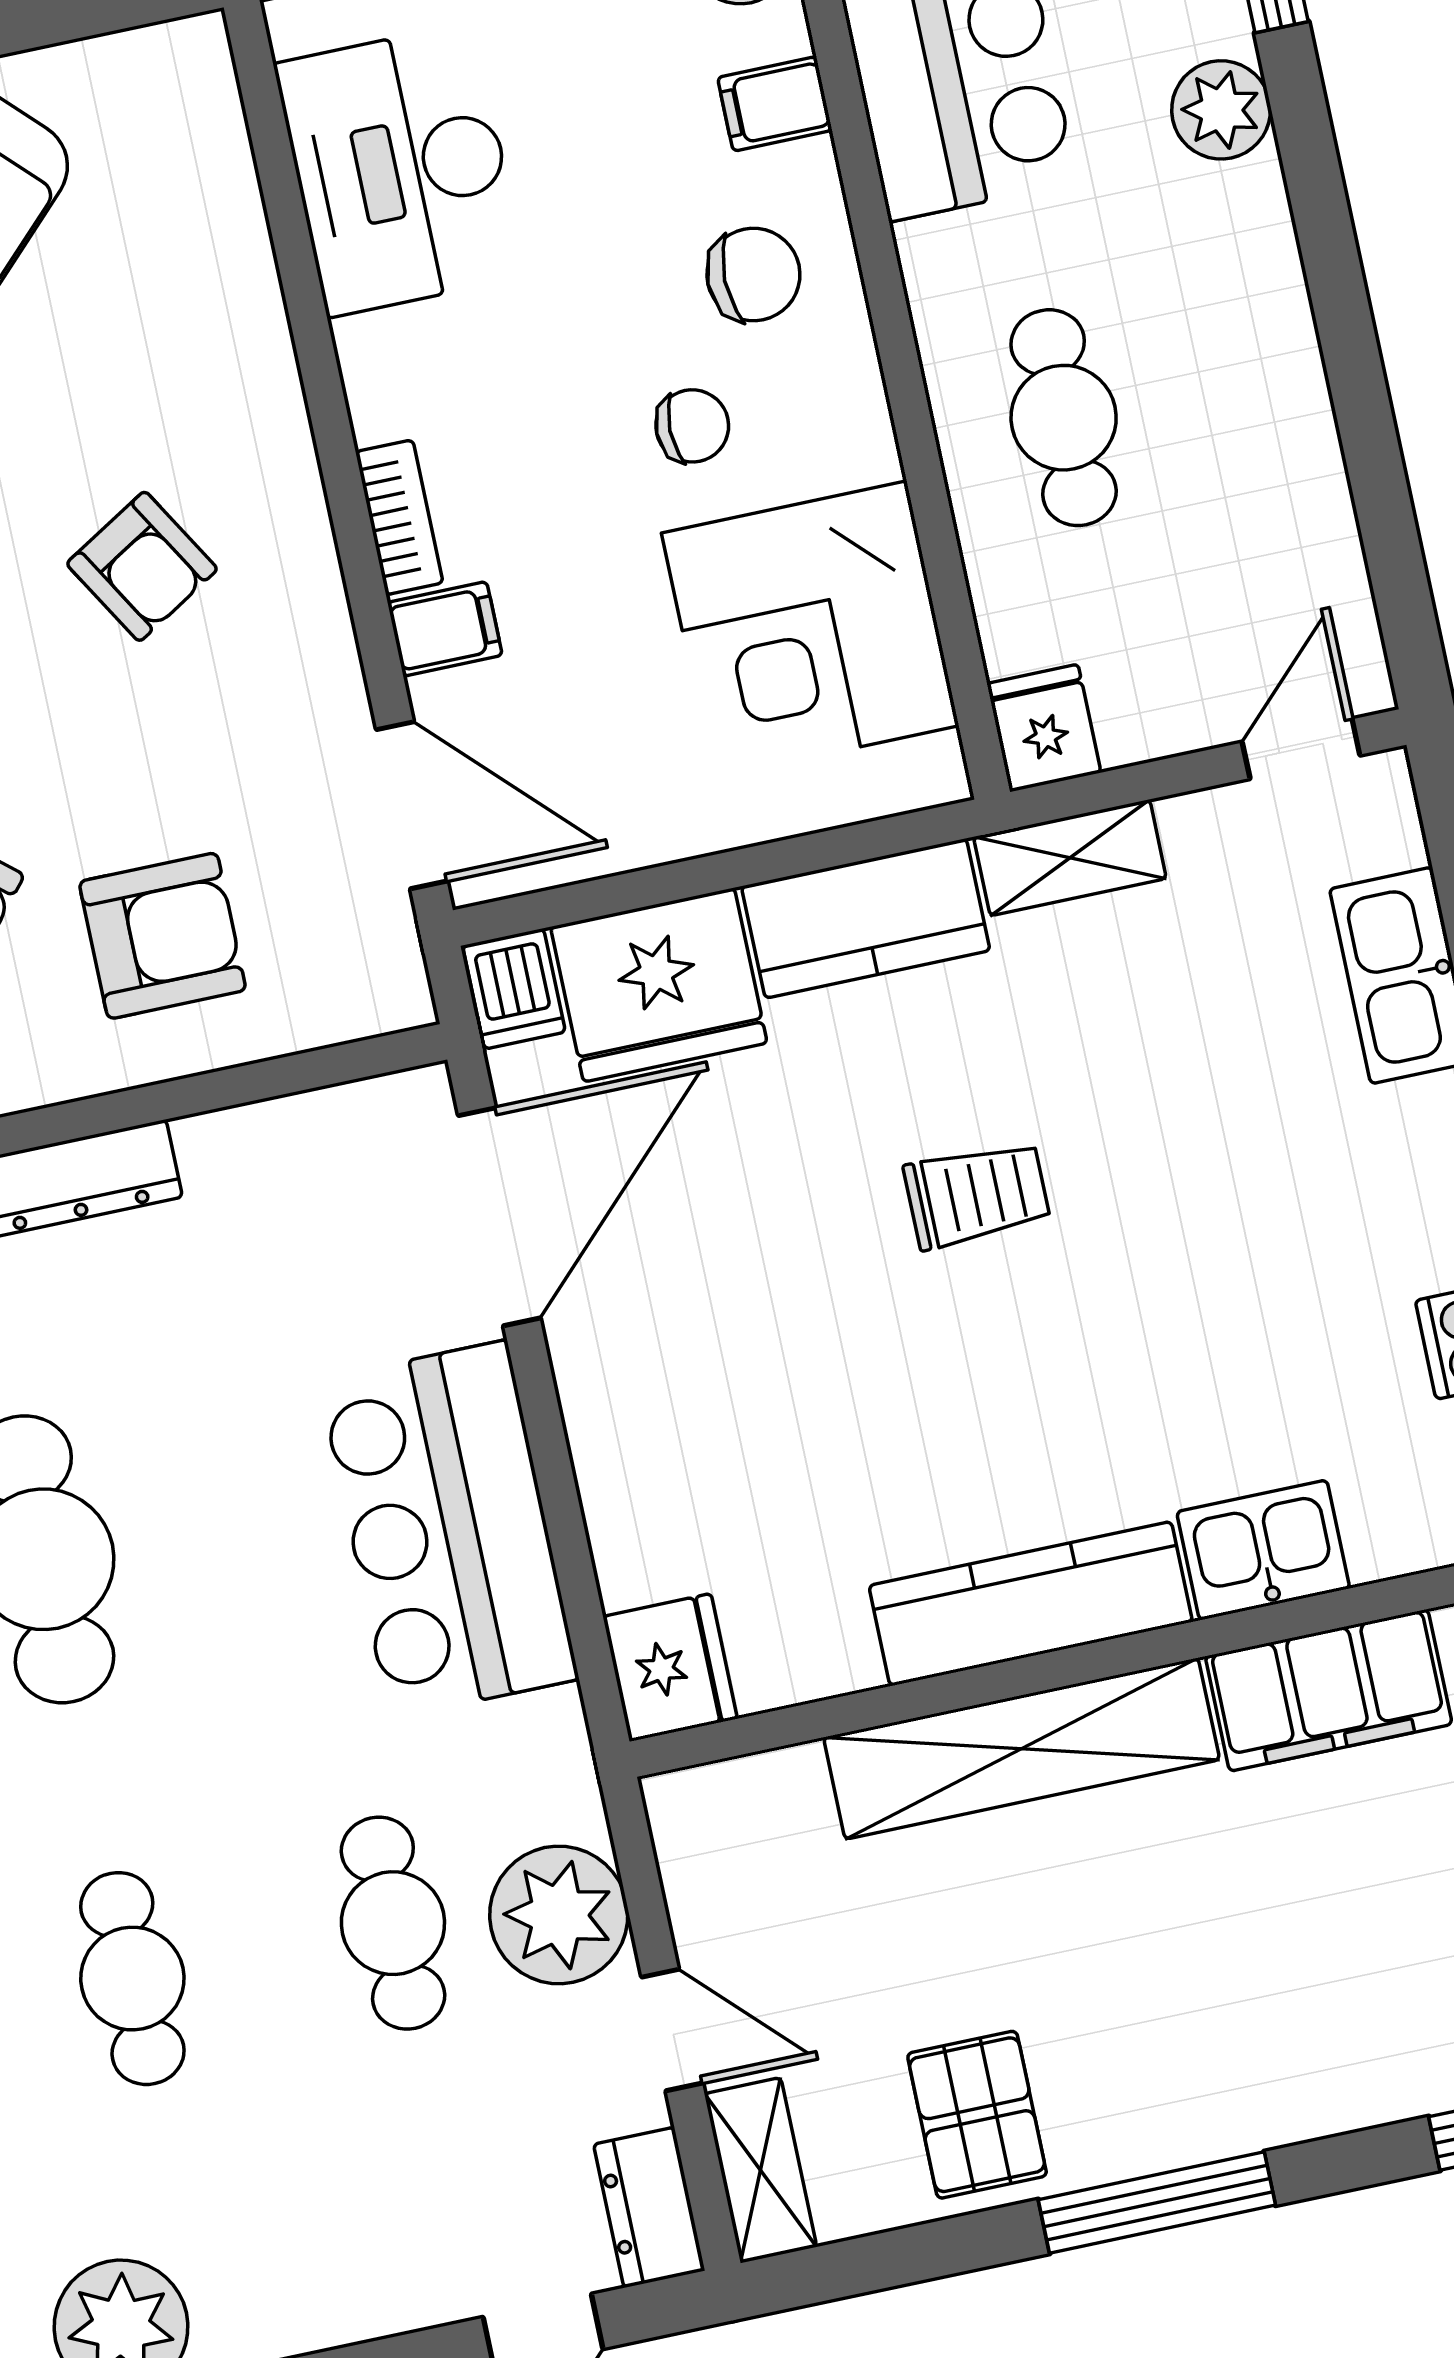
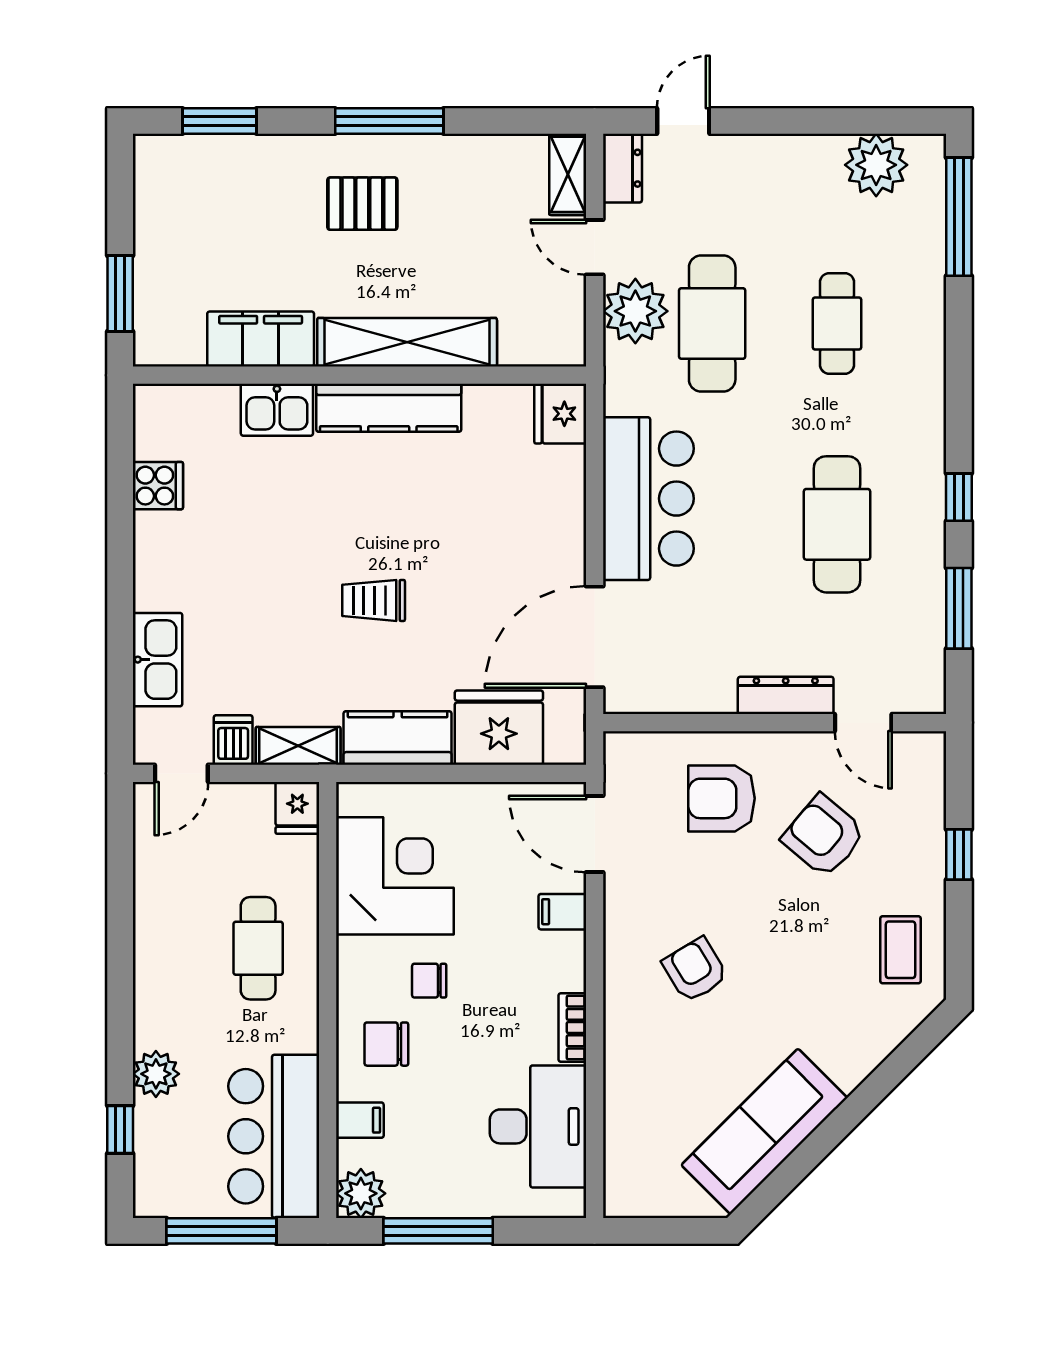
bookcase: (399, 517) -> (572, 1028), moved
dishwasher: (514, 989) -> (233, 740), moved
cafe table: (393, 1923) -> (712, 323), width x1.37, depth x1.35
pallet: (977, 2115) -> (362, 204), moved, turned 90

